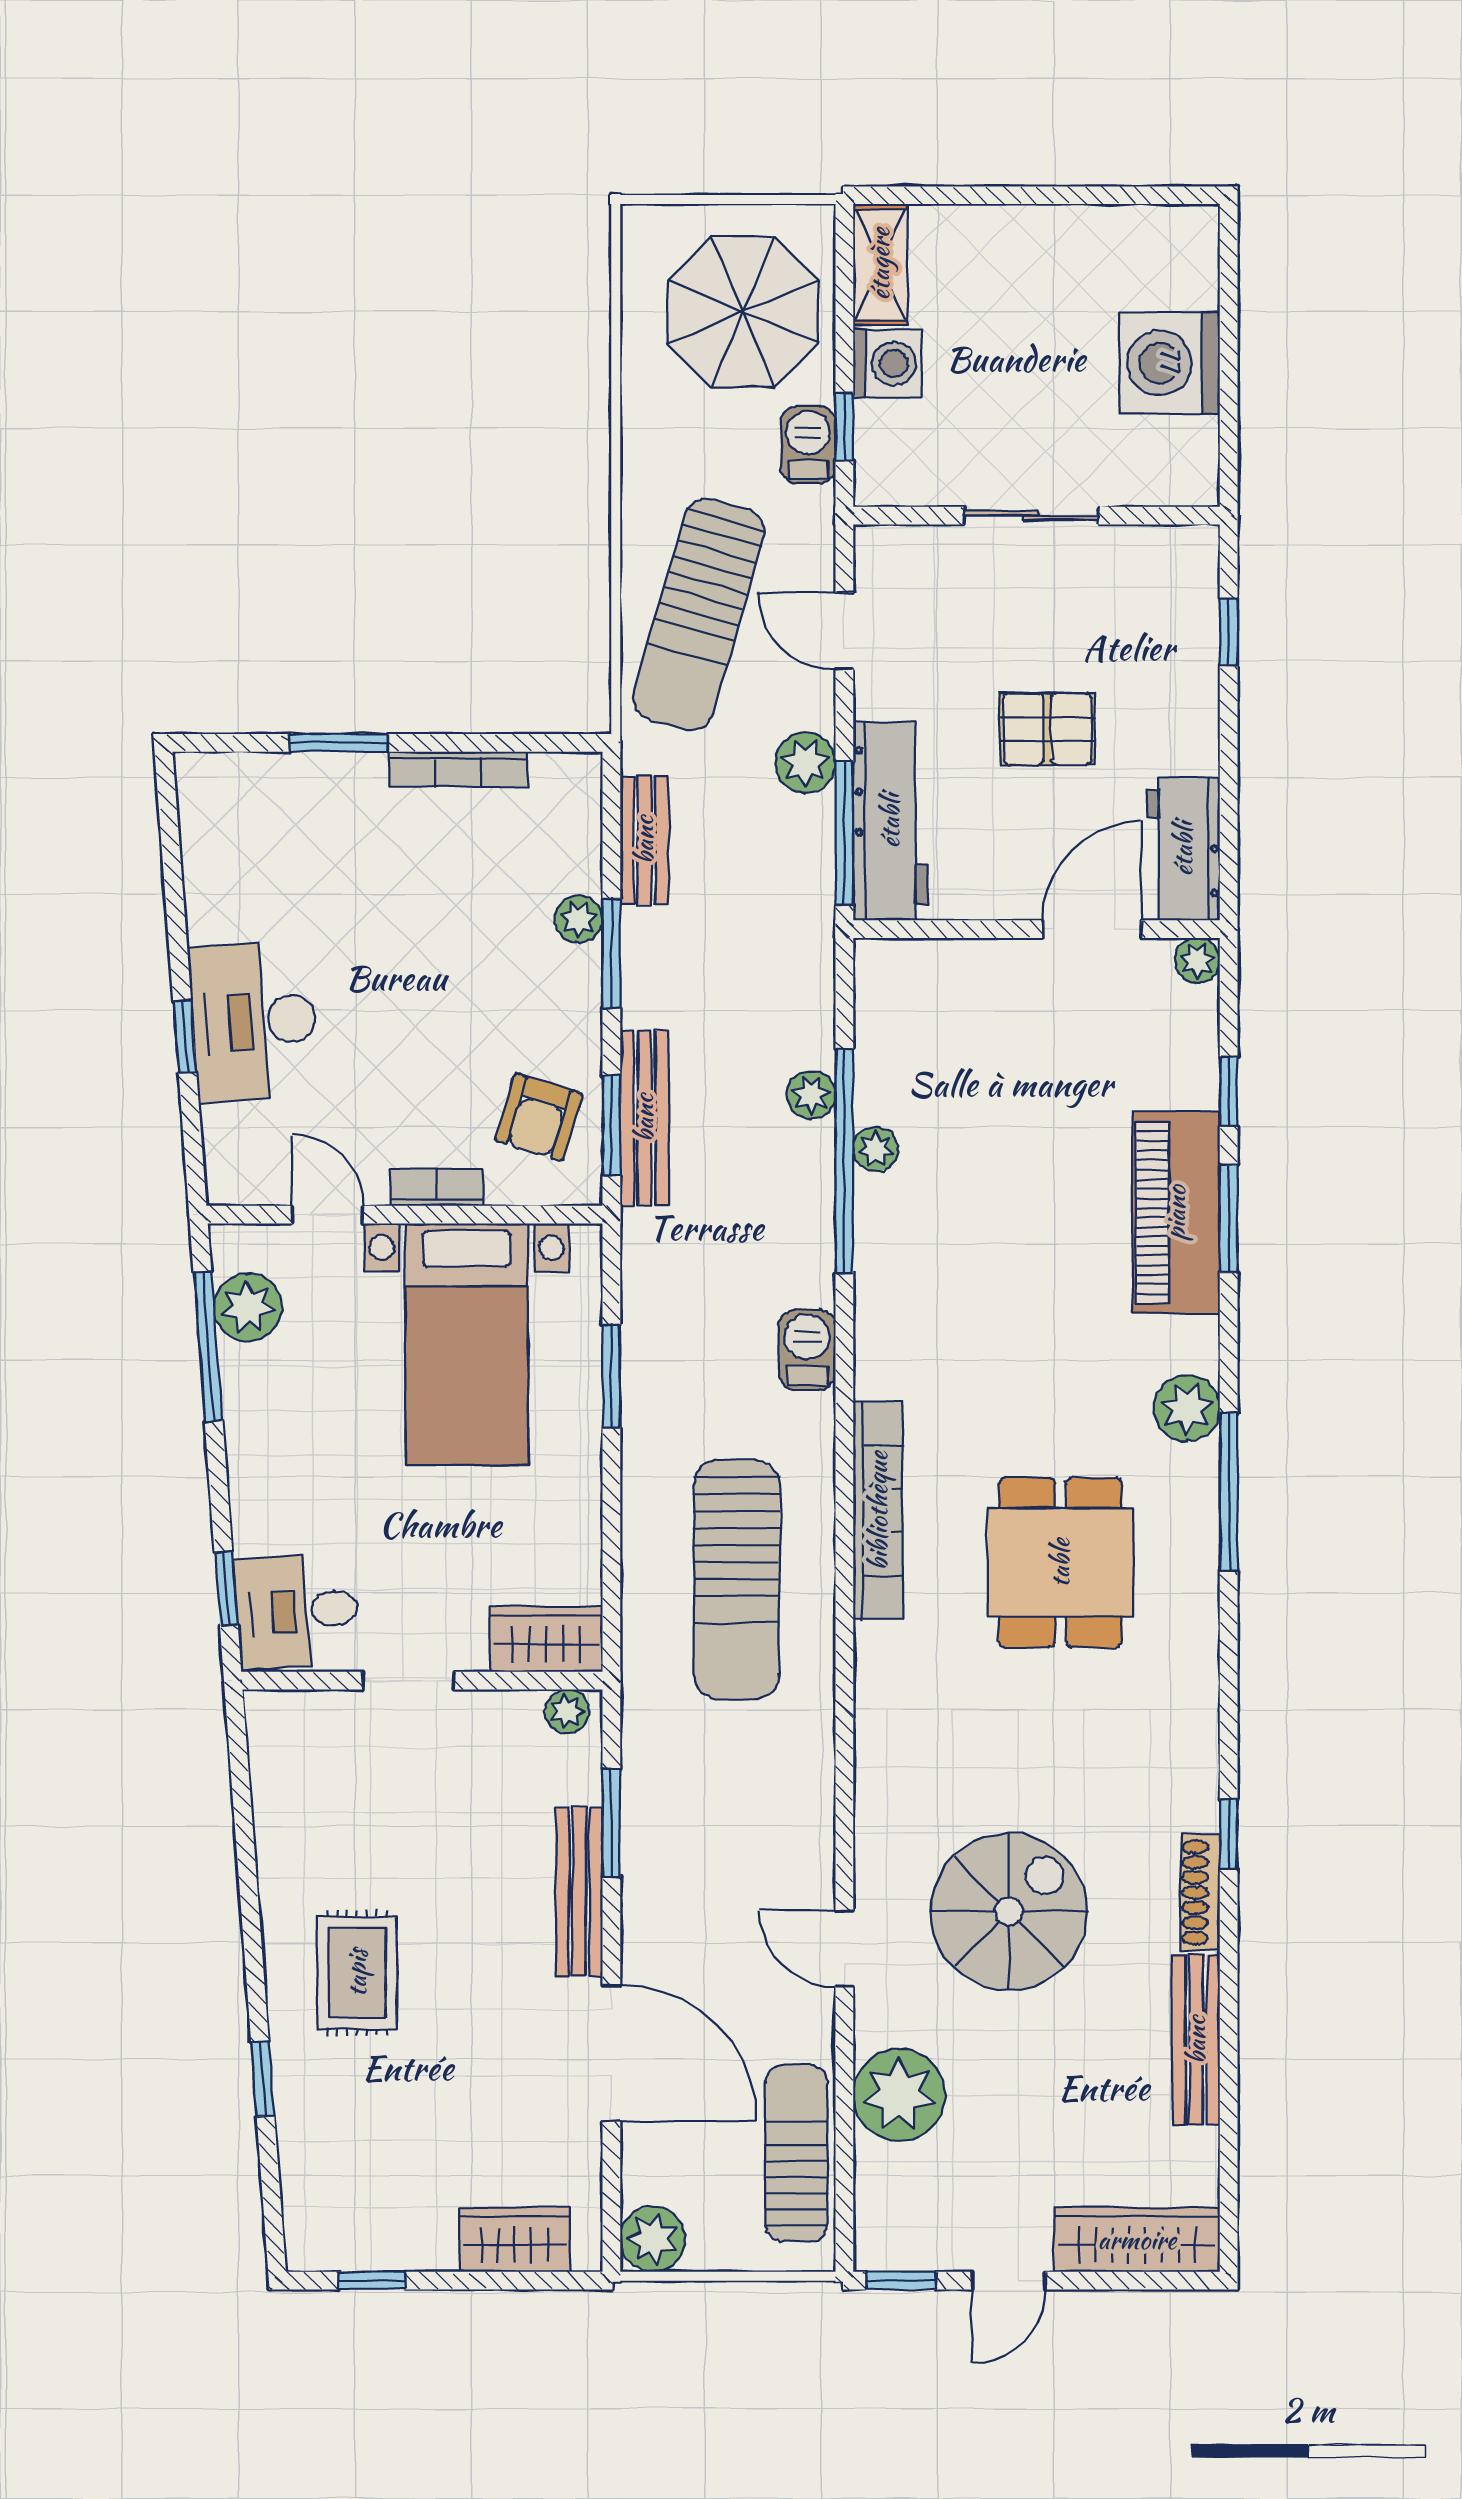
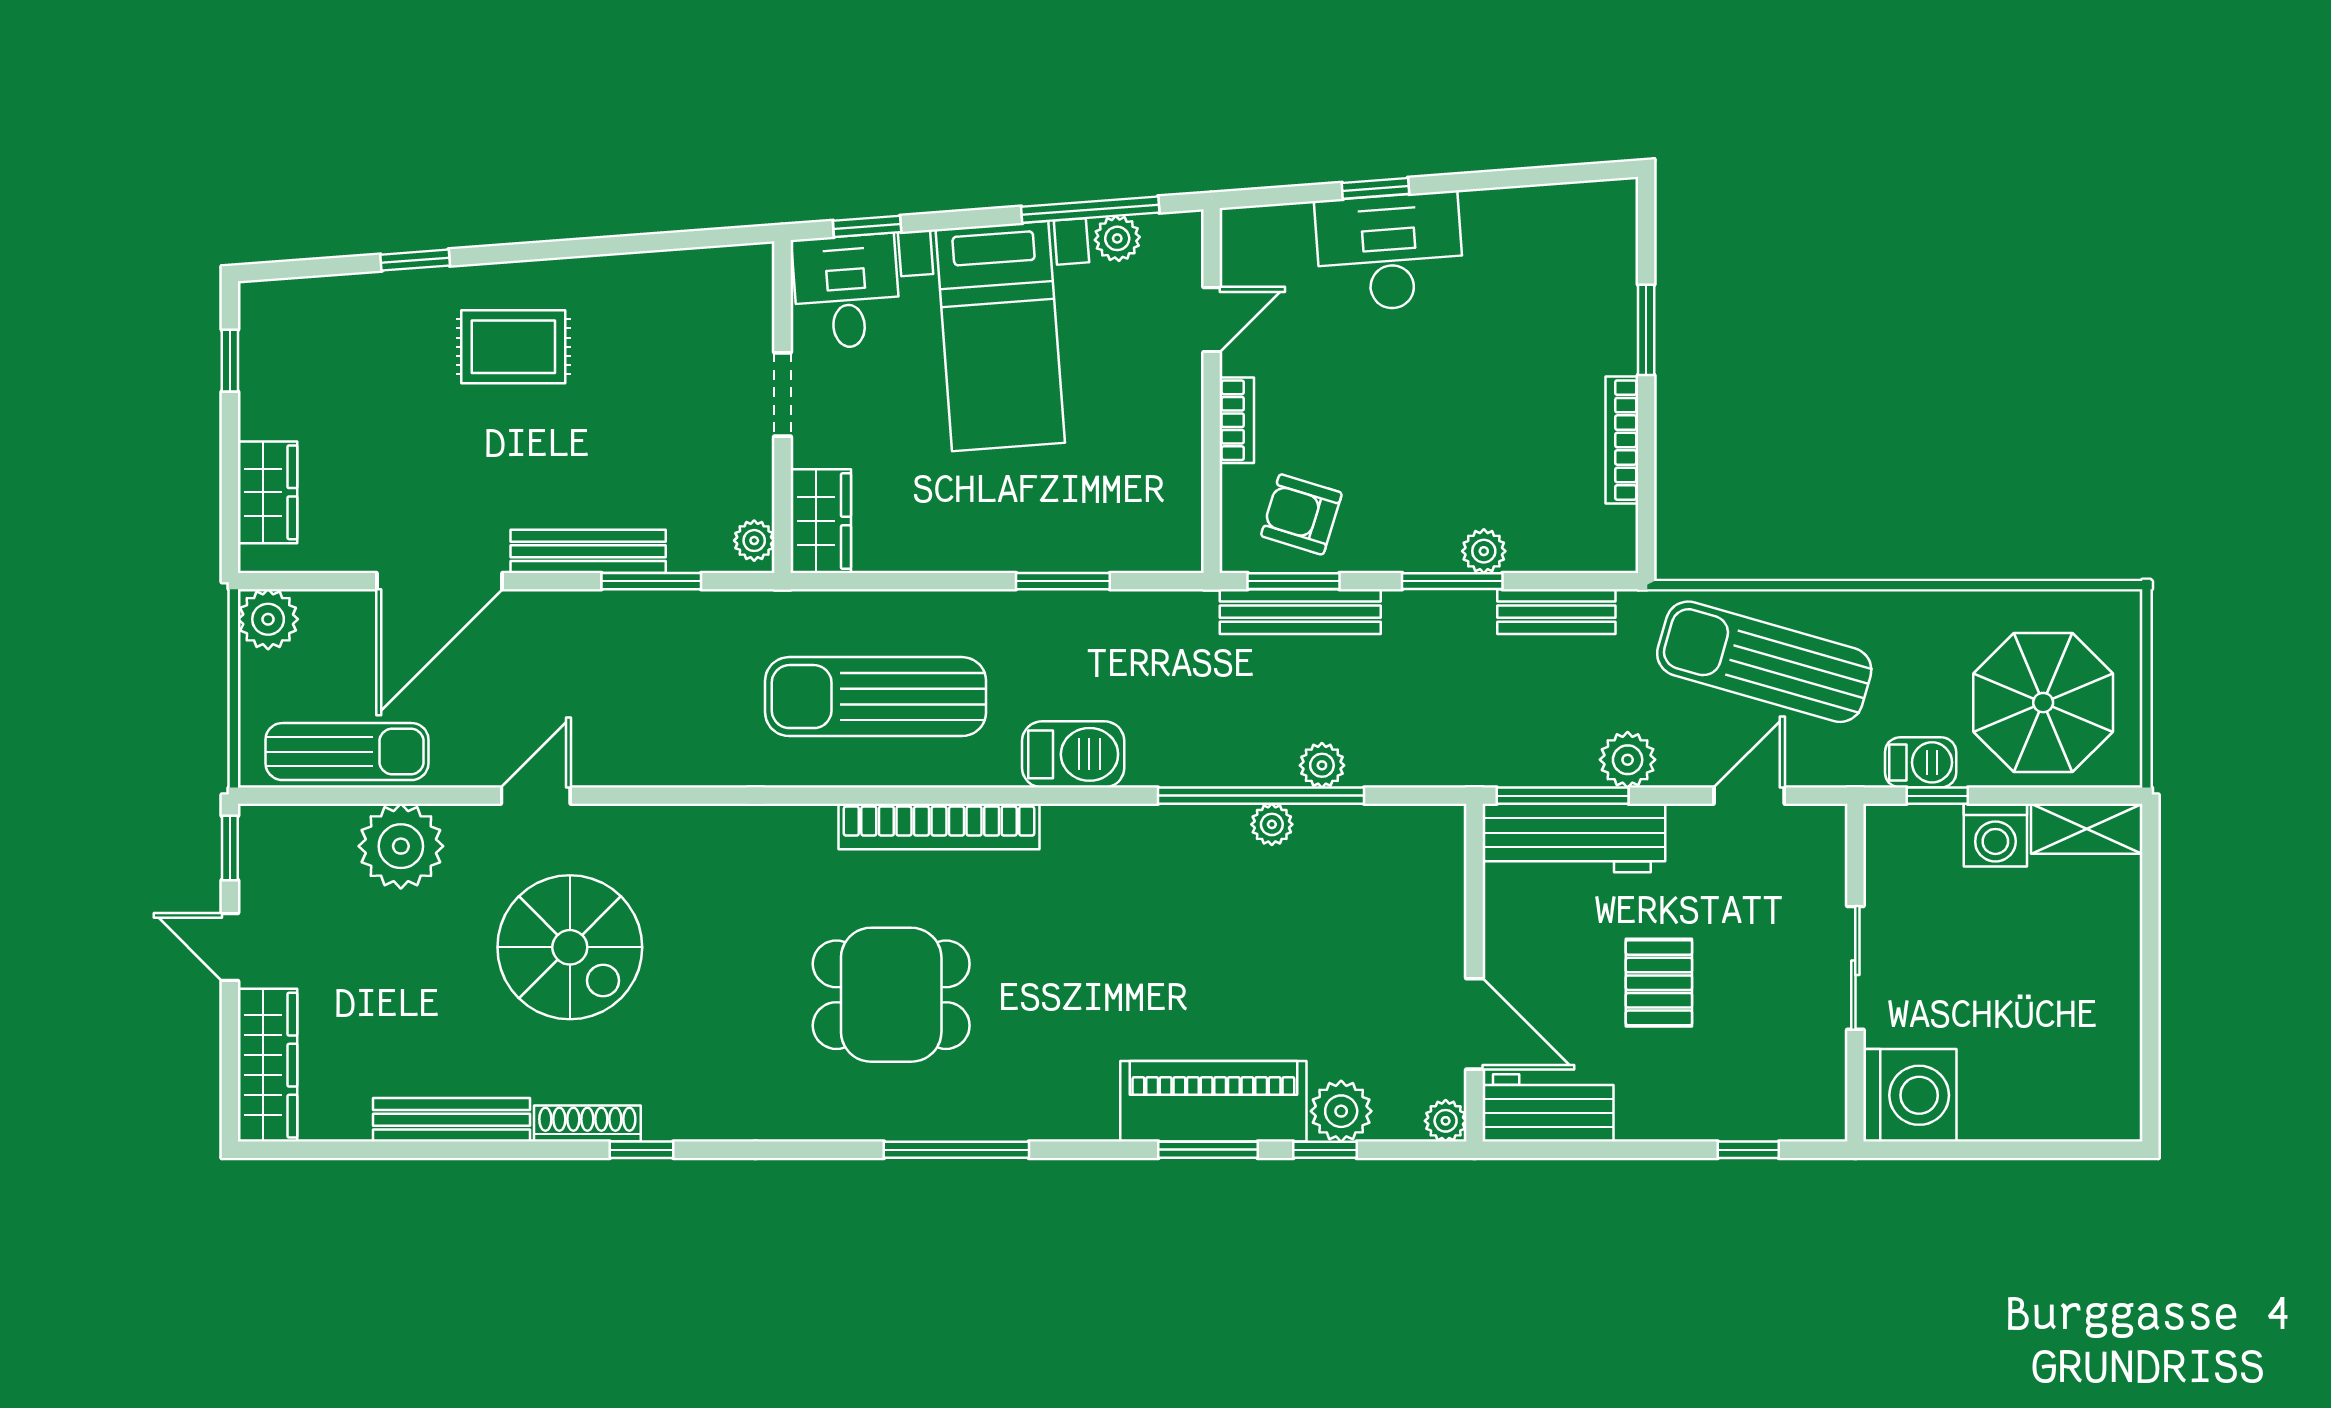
washing machine: (1170, 363) -> (1910, 1095), moved, turned 90
plant: (248, 1307) -> (1117, 238), width x0.73, depth x0.73
bed with nightstands: (467, 1344) -> (1000, 336), moved, turned -94
barbecue: (807, 1350) -> (1073, 754), width x1.38, depth x1.27
plant: (1187, 1408) -> (1341, 1111), moved

